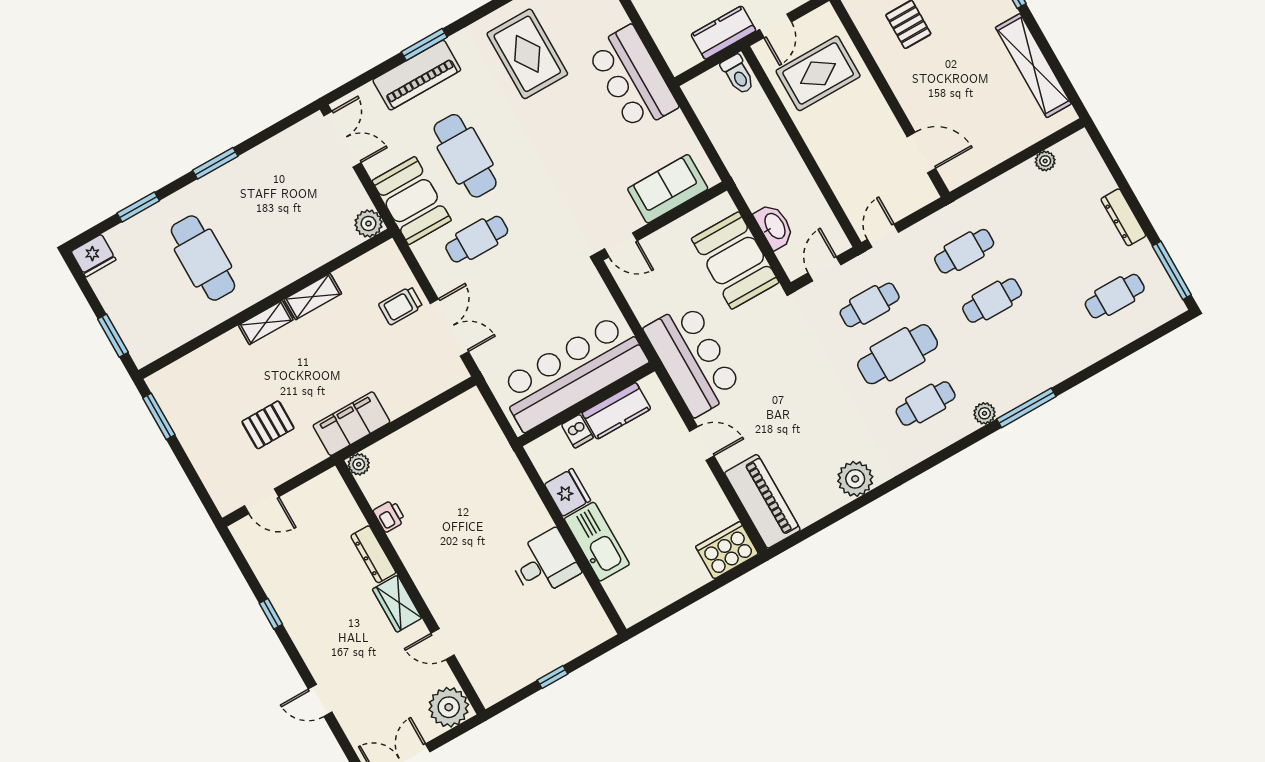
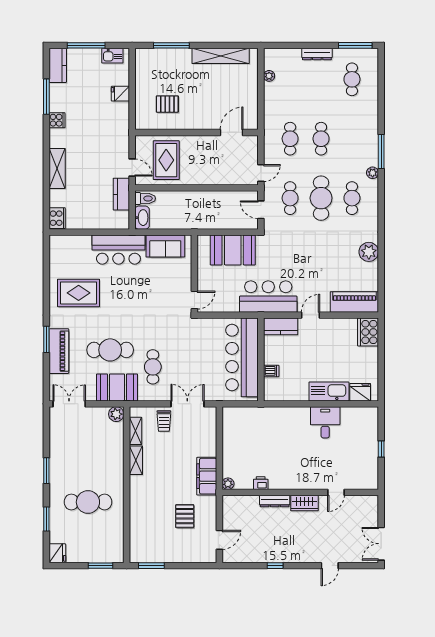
sofa: (668, 189) -> (165, 246), moved, turned -90
washbasin: (774, 226) -> (142, 218), moved, turned 90
door: (883, 236) -> (261, 173), swing flipped
shelving: (266, 322) -> (136, 431), moved
kitchen counter: (616, 411) -> (281, 326), moved, turned 90
fridge: (568, 492) -> (360, 392), moved
plant: (449, 707) -> (368, 506), removed

